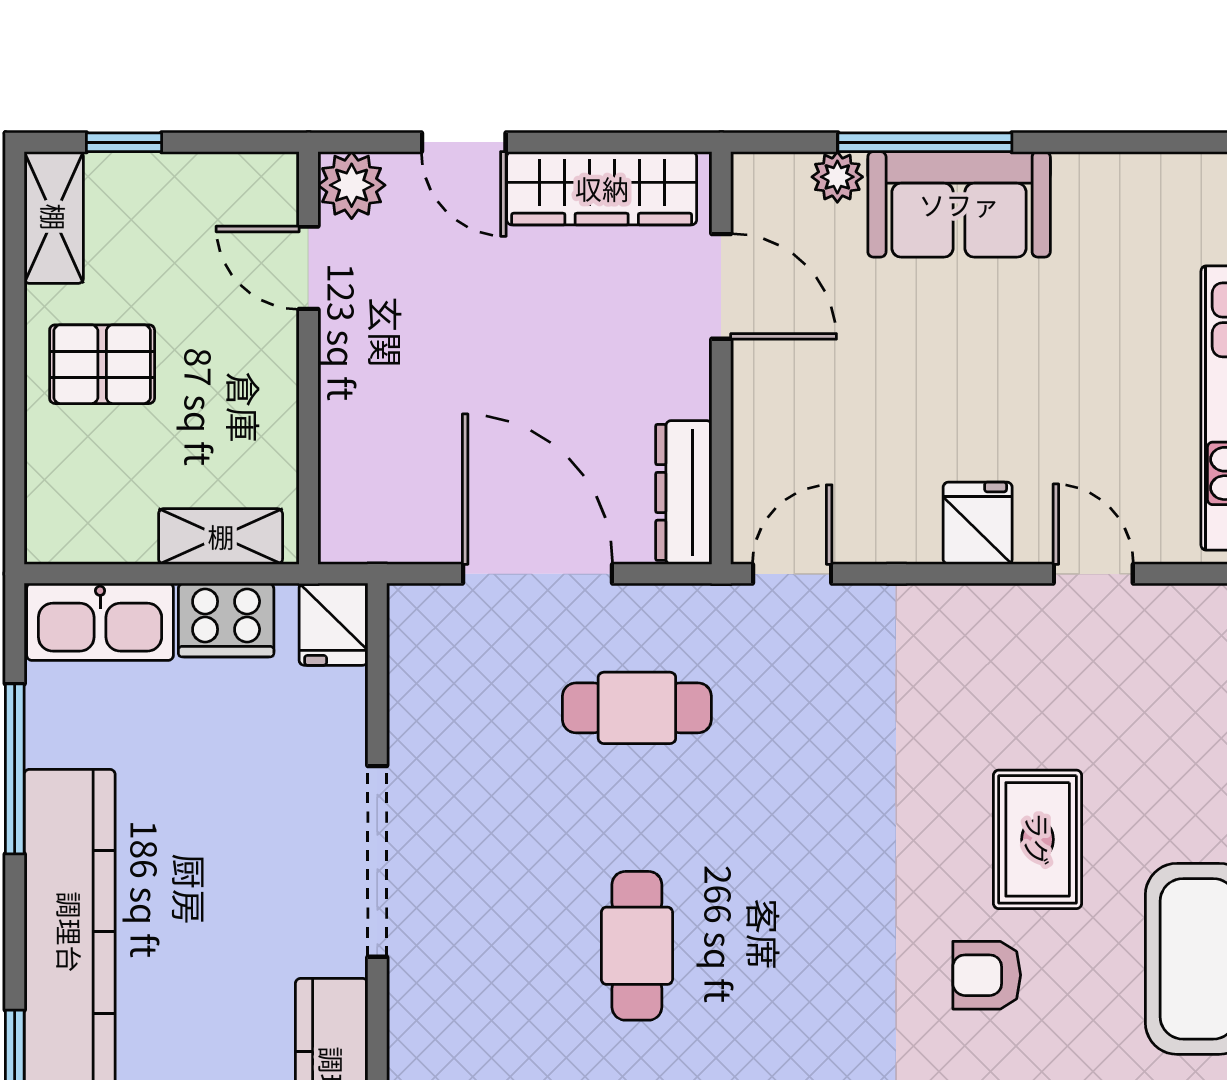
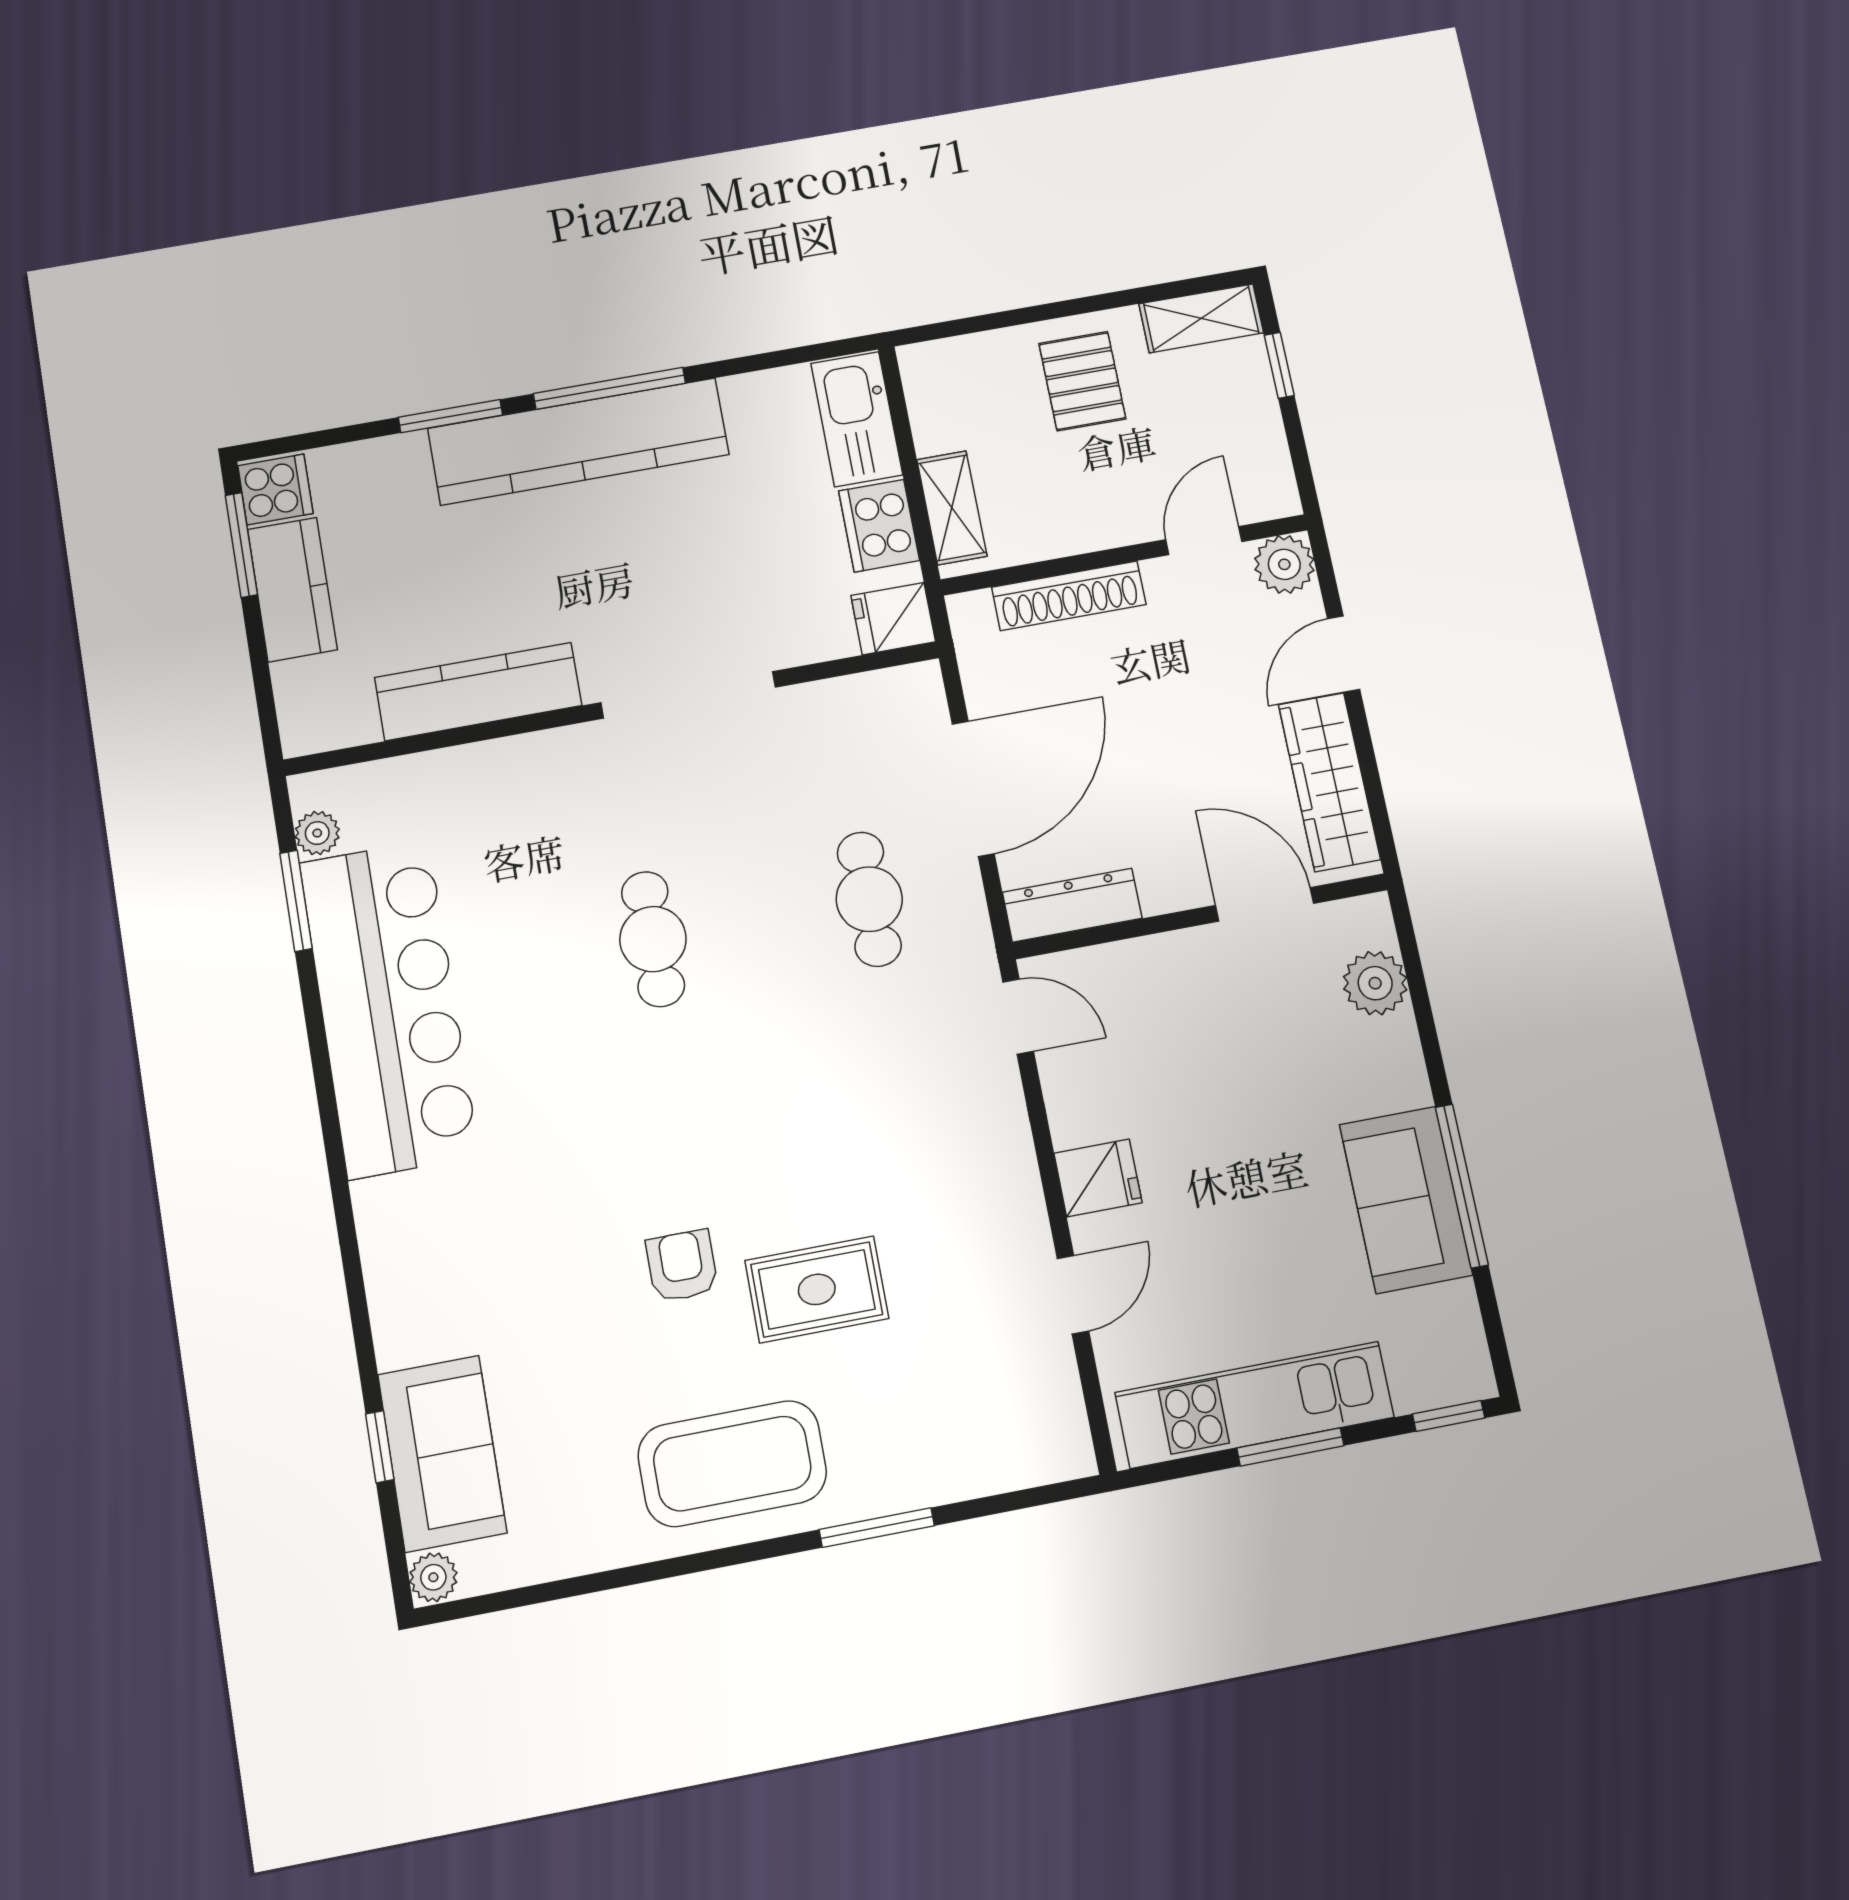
window: (925, 142) -> (1462, 1186), moved
plant: (837, 177) -> (1375, 983), width x1.38, depth x1.38
sofa: (959, 204) -> (1406, 1200), moved
door: (721, 286) -> (1265, 904), swing flipped
shoe rack: (343, 428) -> (1069, 596), added
window: (15, 769) -> (609, 388), moved
cafe table: (637, 946) -> (653, 939), turned 90

